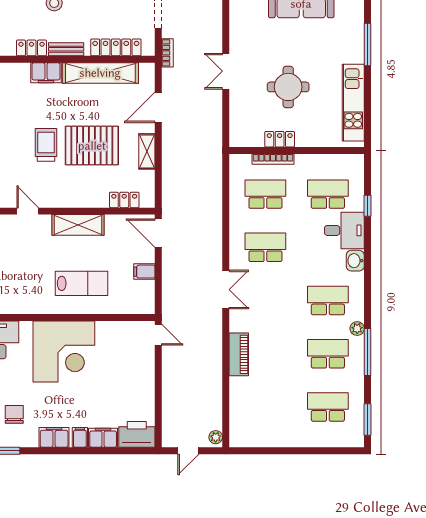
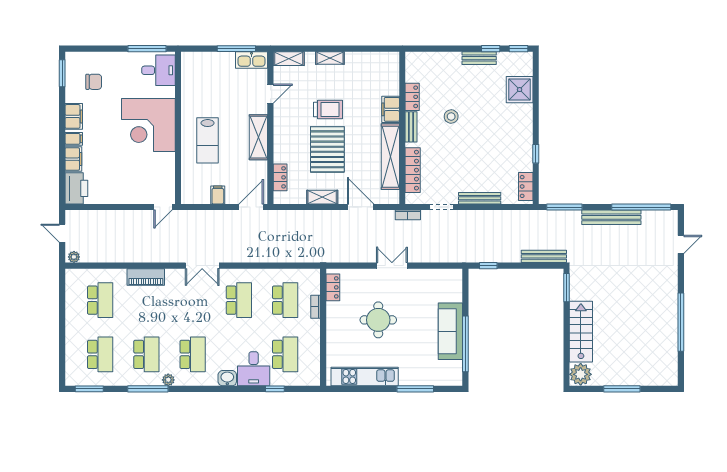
locker: (280, 139) -> (333, 287), moved
bookcase: (273, 159) -> (316, 307), width x0.64
school desk: (265, 407) -> (100, 300), added

